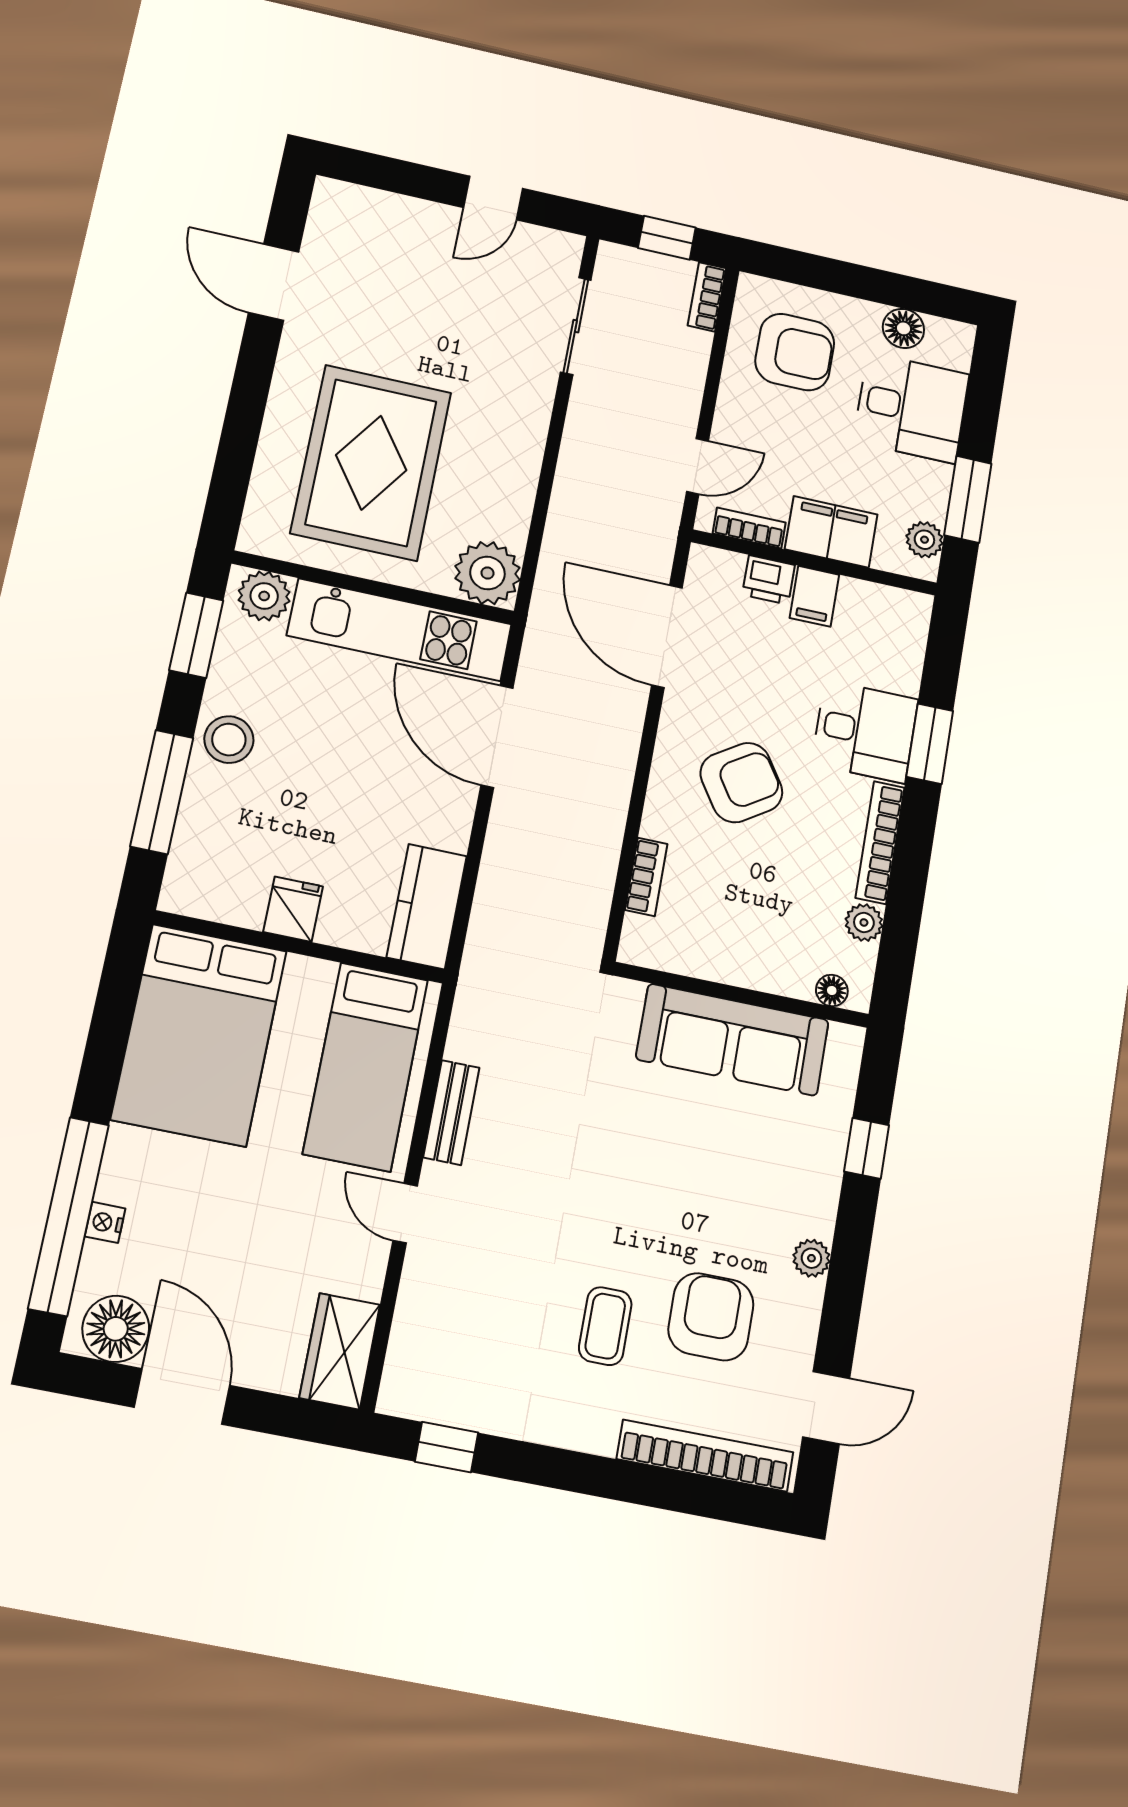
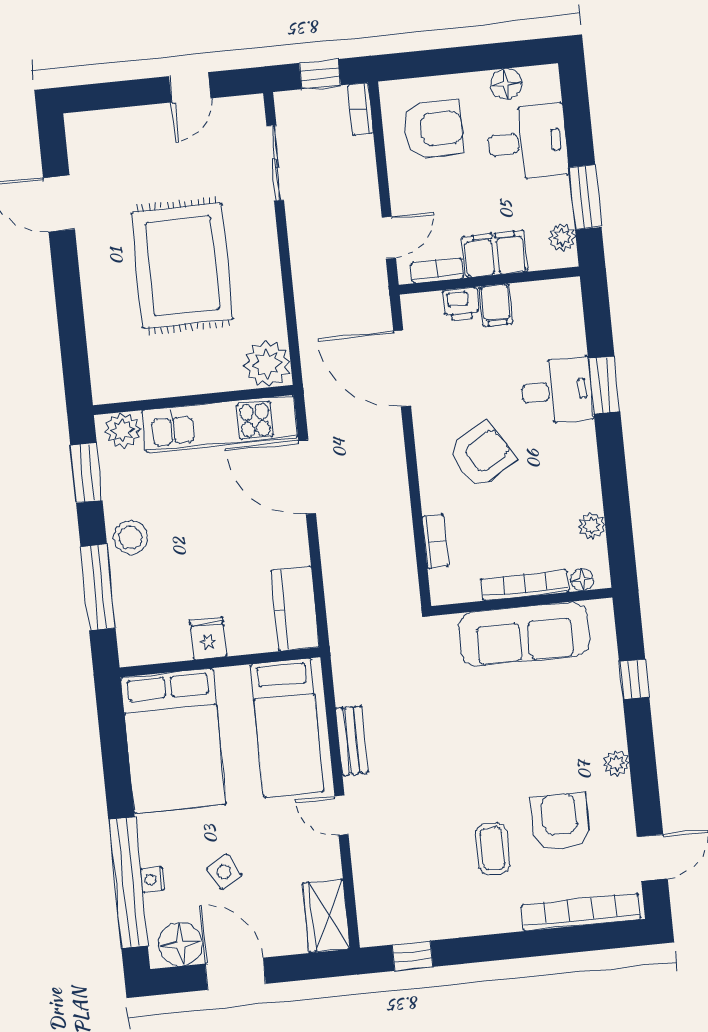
rug: (371, 463) -> (182, 266), moved
bookcase: (880, 842) -> (525, 585), moved, turned 90
side table: (212, 1243) -> (224, 872), added

